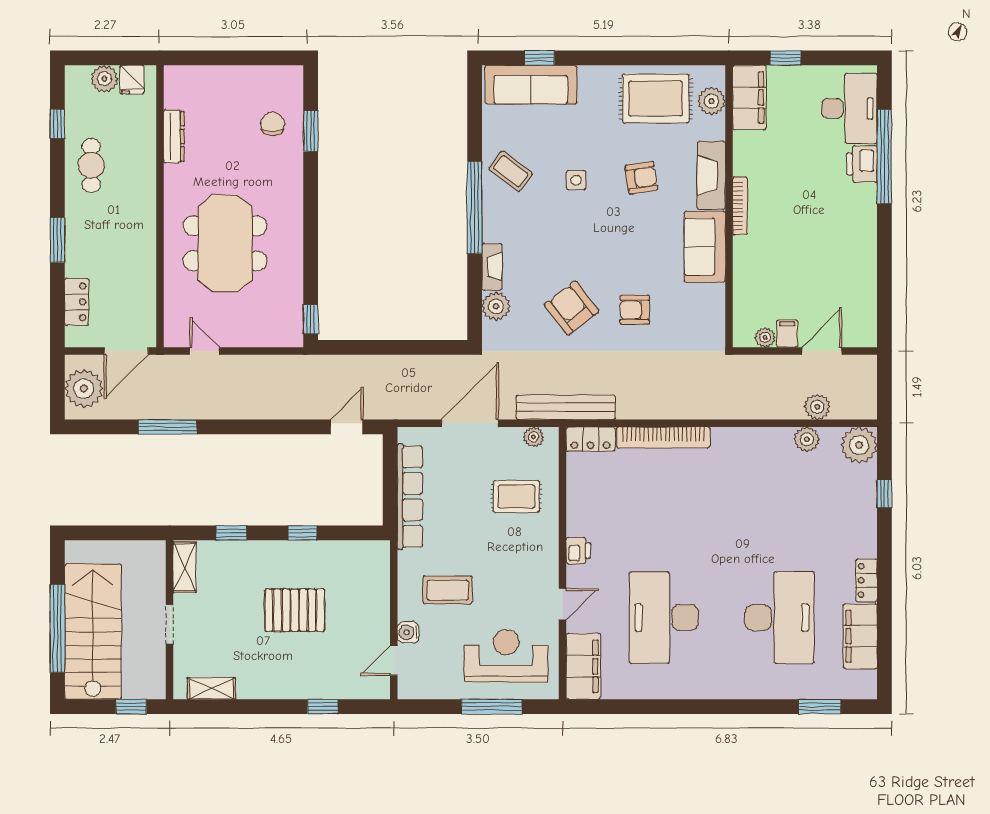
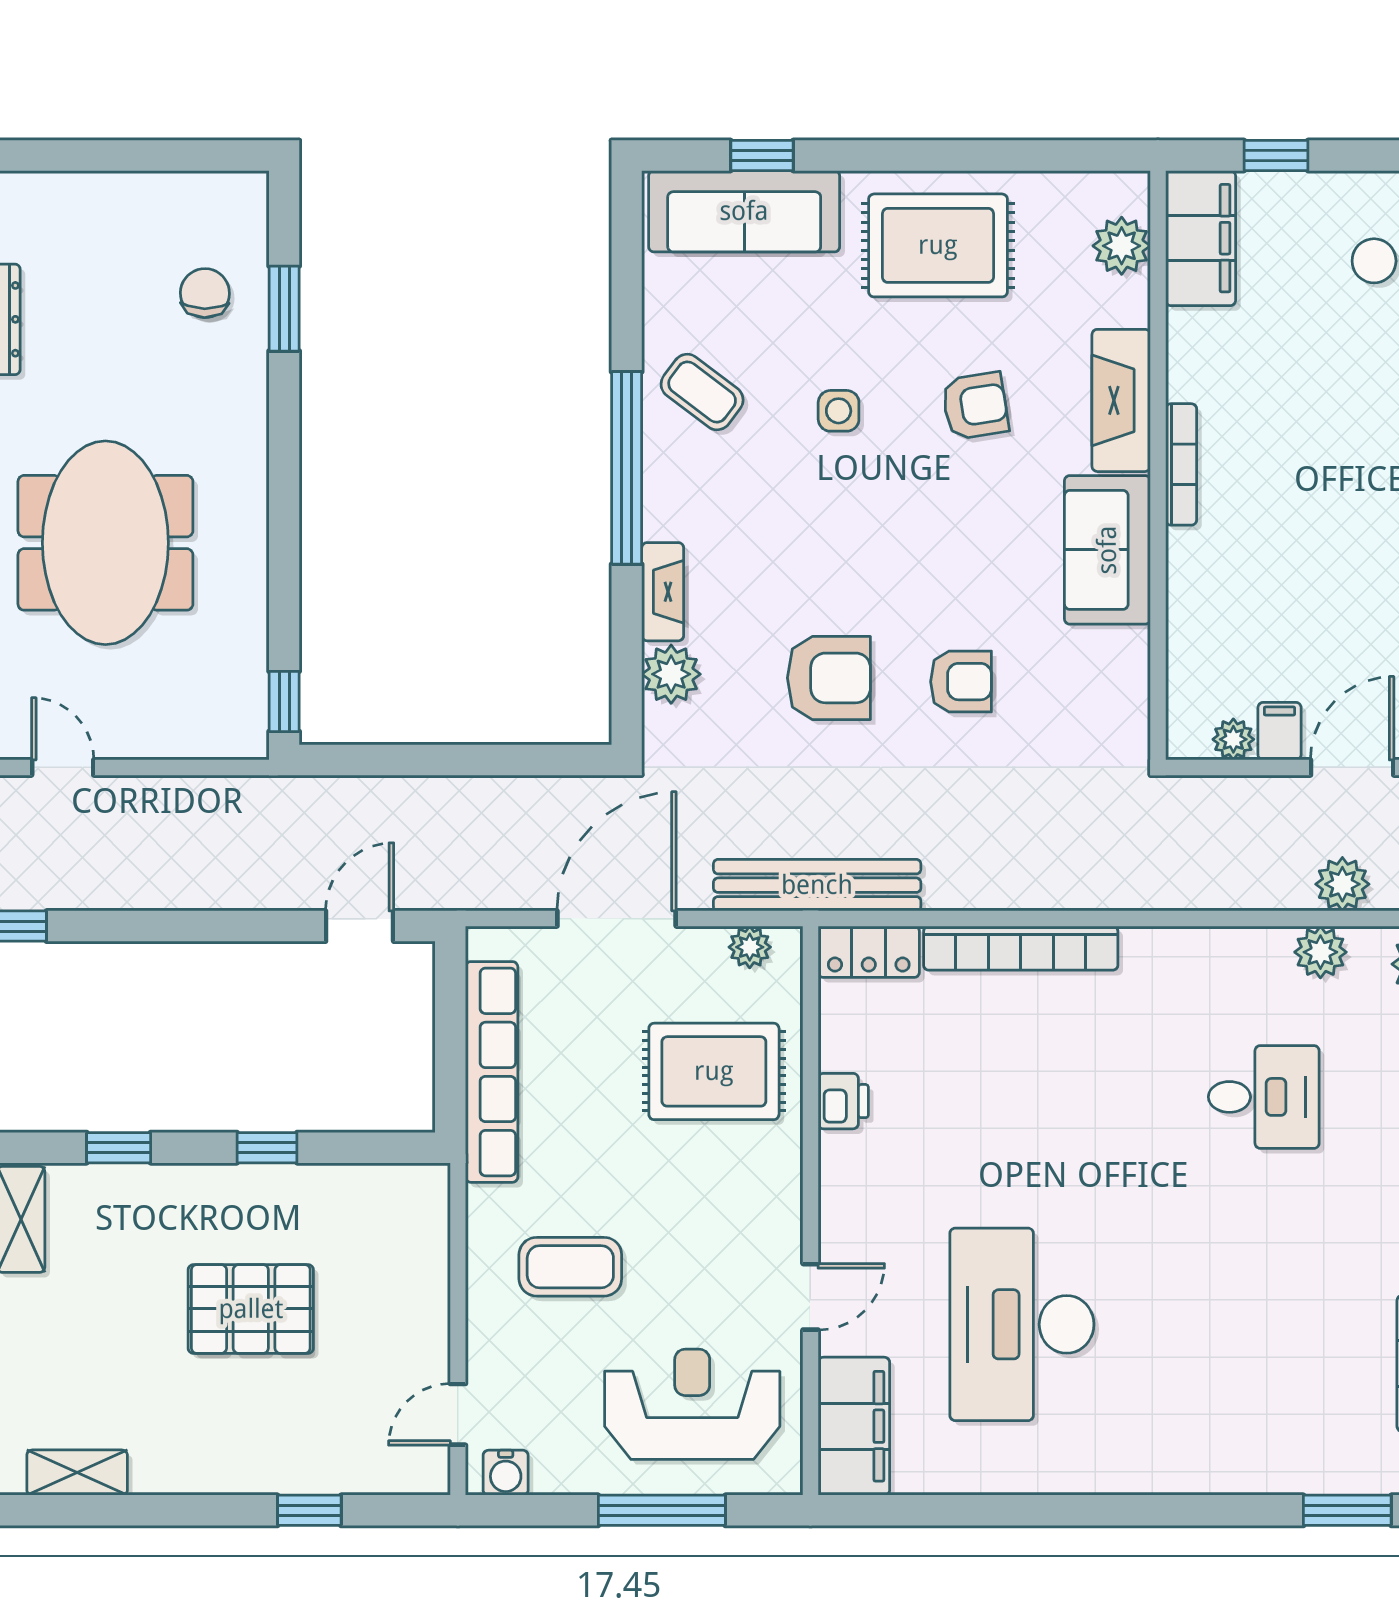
rug: (656, 98) -> (938, 245), moved
armchair: (571, 308) -> (829, 678), turned 128
armchair: (635, 310) -> (961, 682), turned 180
rug: (516, 496) -> (714, 1071), width x1.36, depth x1.43
printer: (578, 551) -> (843, 1101), moved
desk: (780, 618) -> (1264, 1097), moved, width x0.53, depth x0.77
water cooler: (408, 632) -> (506, 1473), moved, turned -90

